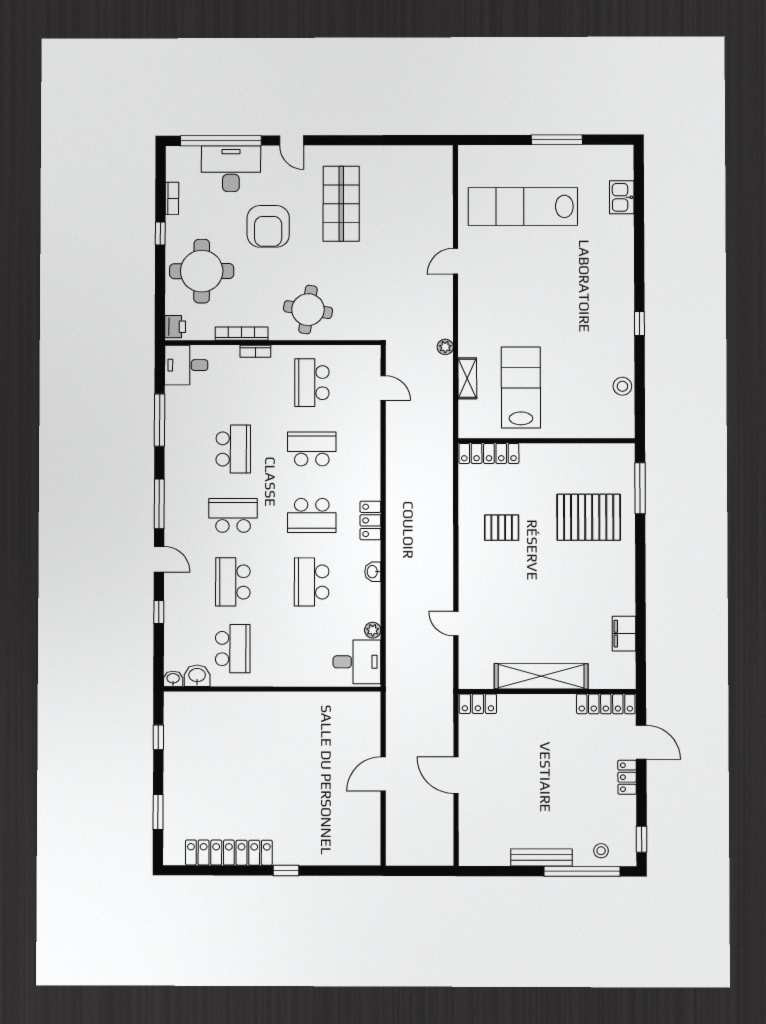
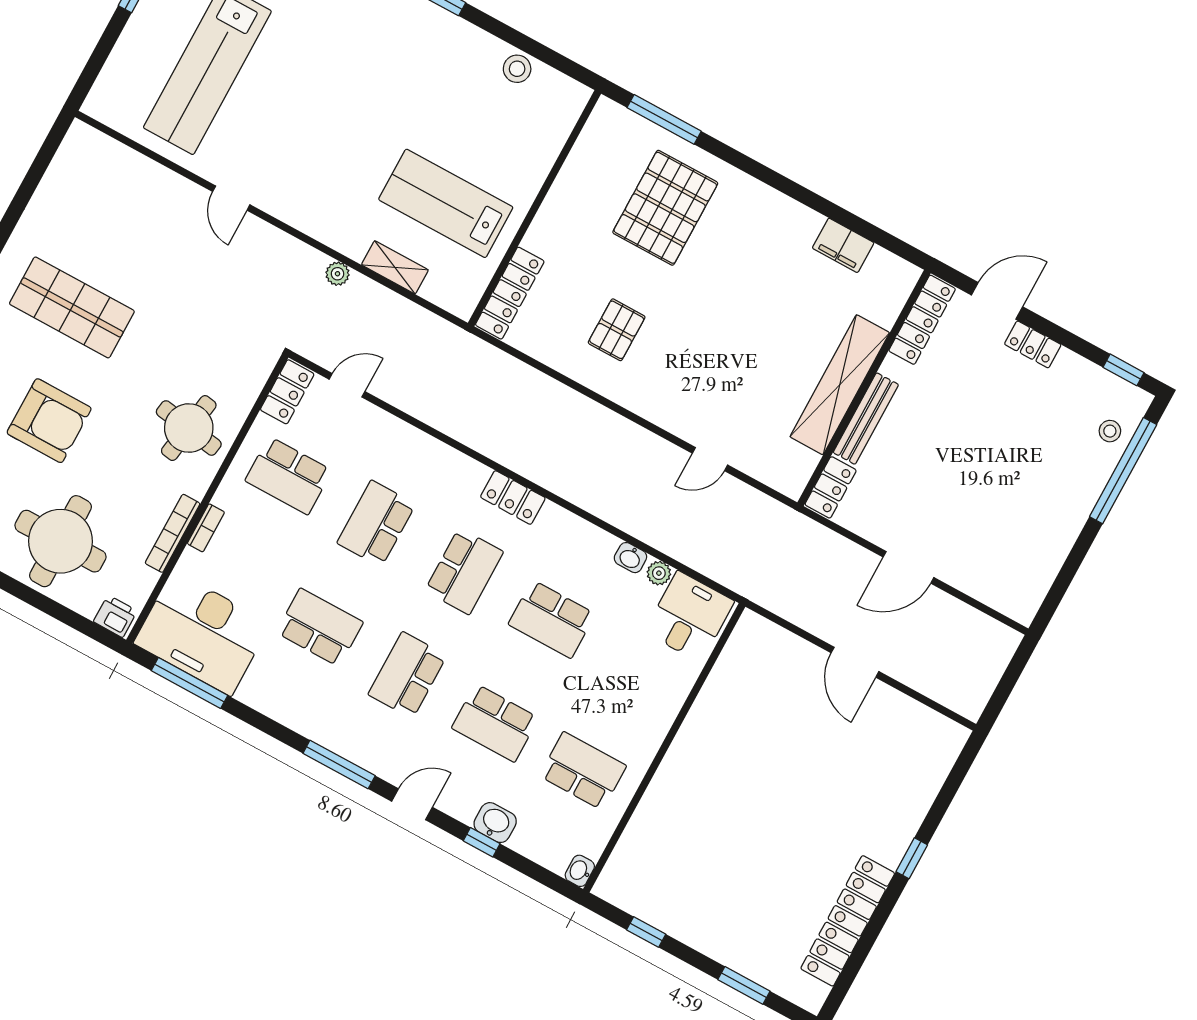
locker: (360, 355) -> (287, 392), added
desk: (186, 365) -> (202, 633), width x1.87, depth x1.30
window: (160, 420) -> (189, 683), moved
washbasin: (373, 572) -> (630, 558), moved
washbasin: (197, 676) -> (495, 823), moved, turned 90
bench: (541, 857) -> (866, 419), moved

